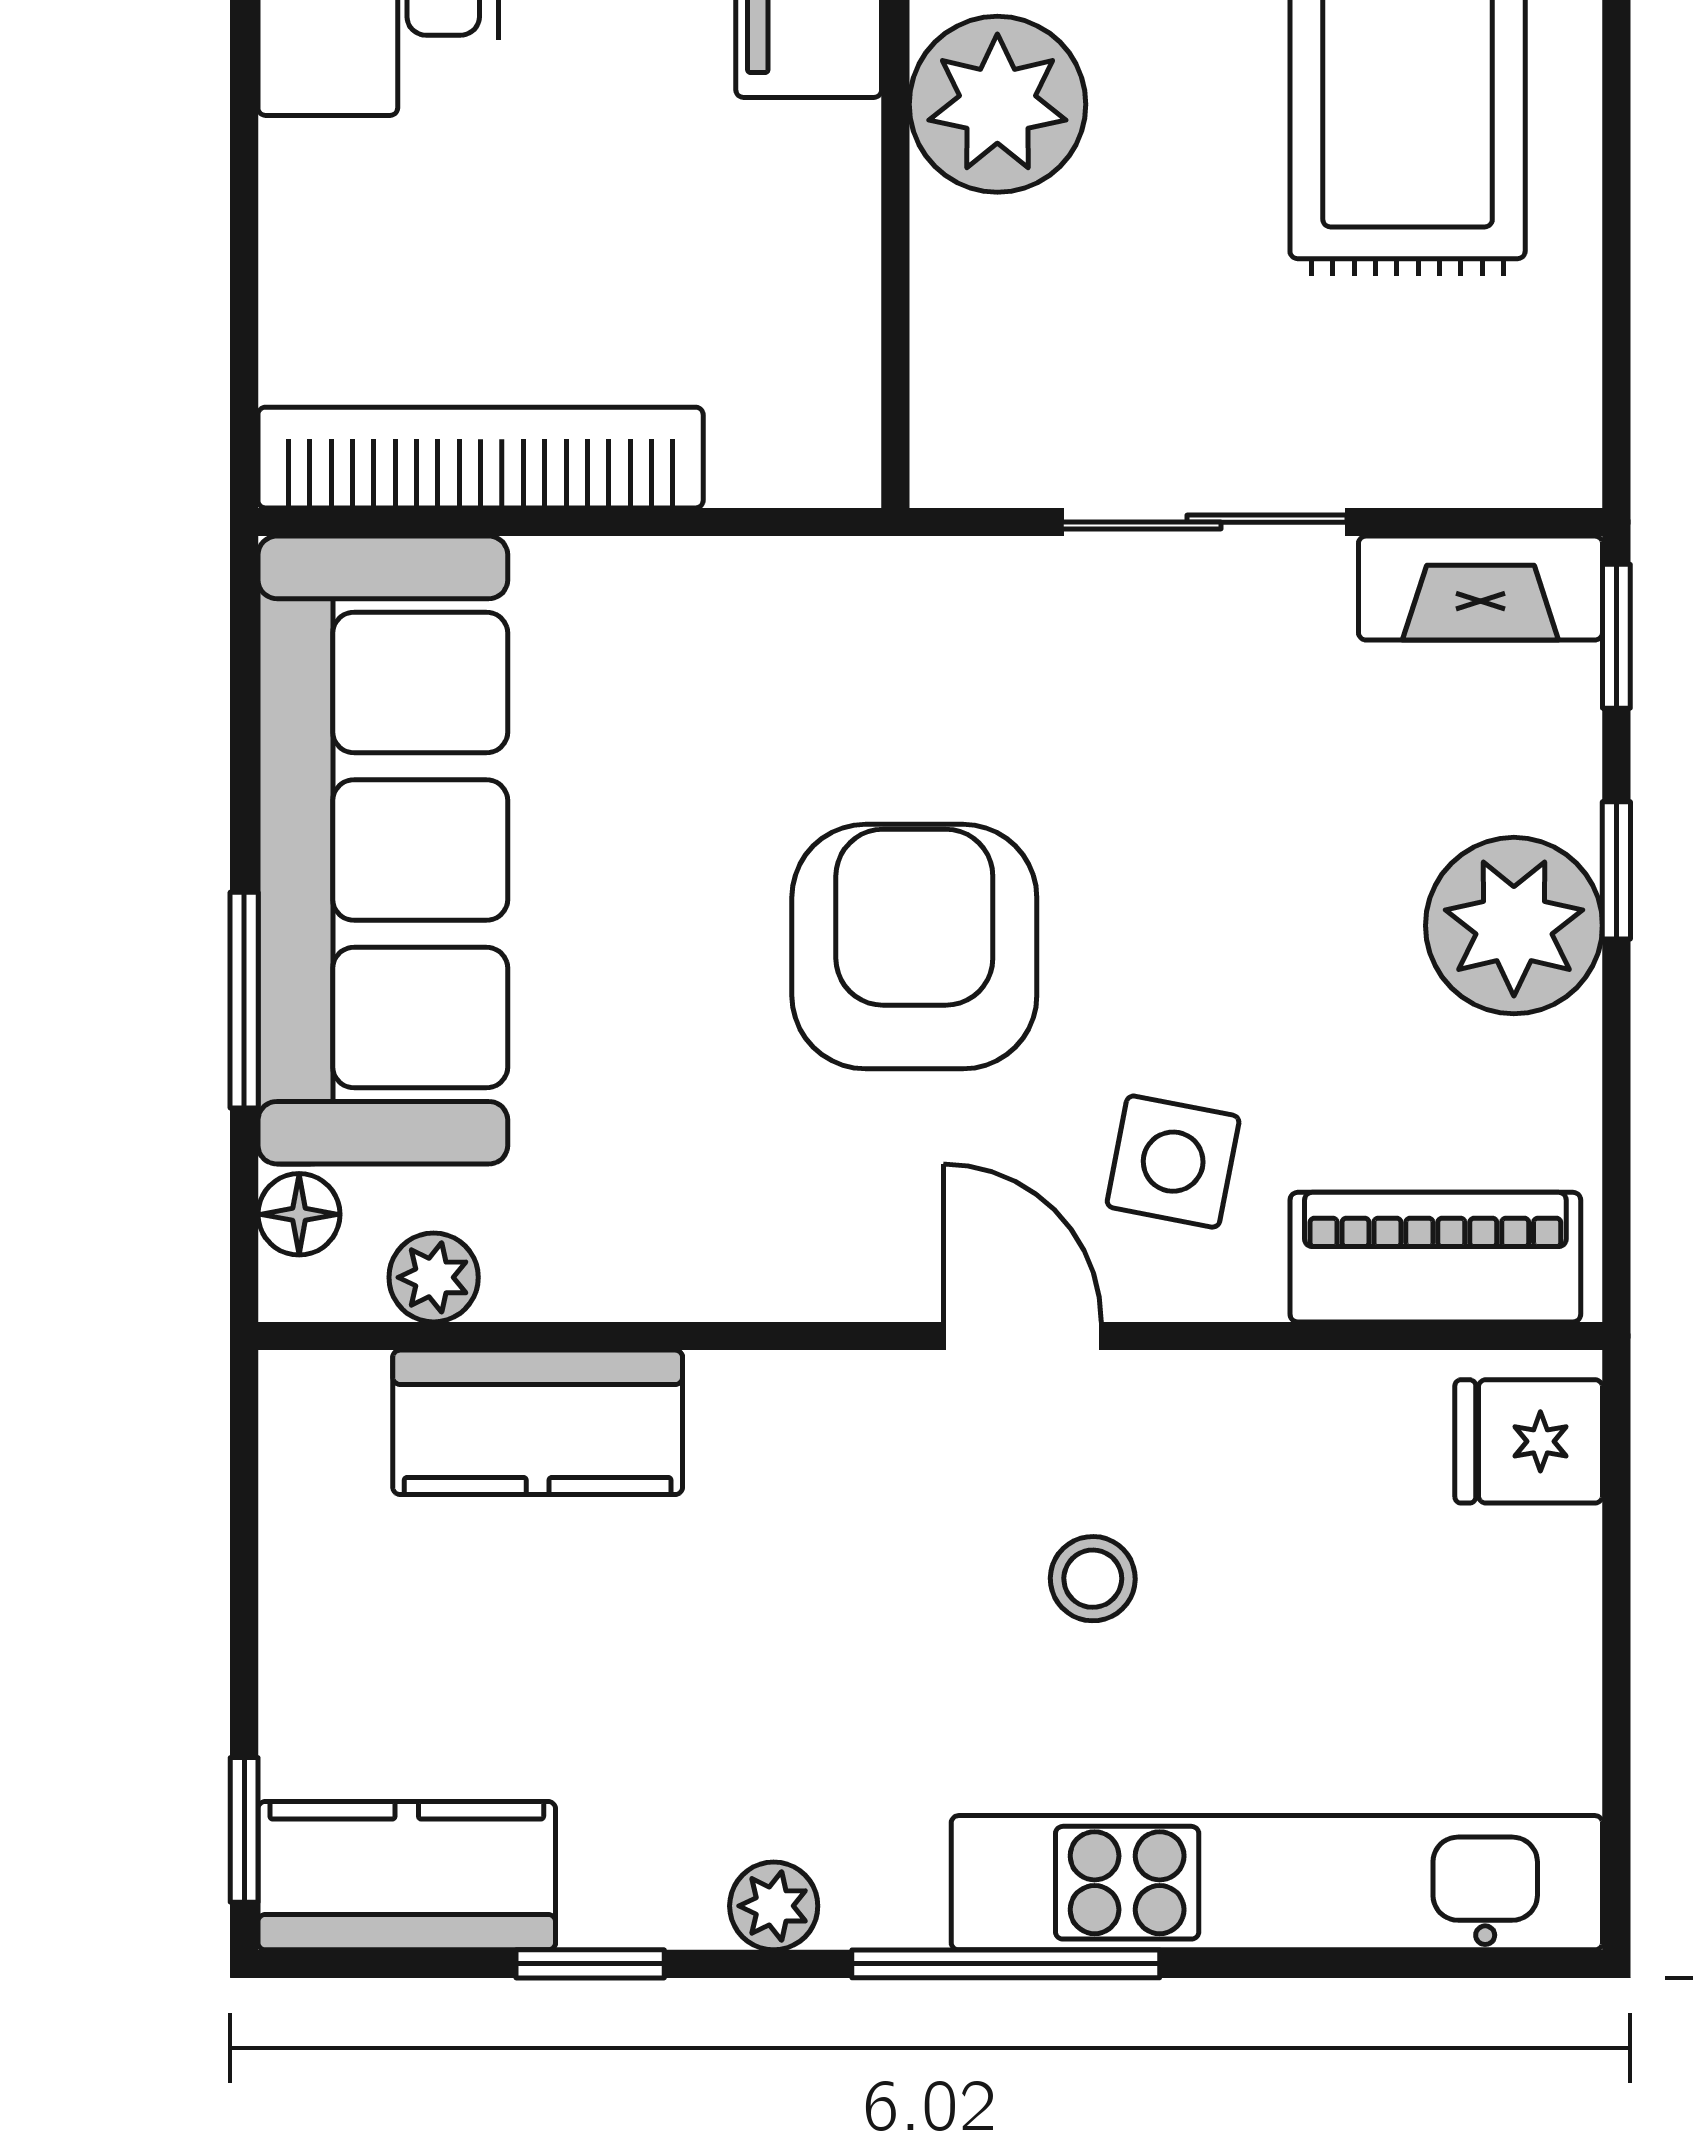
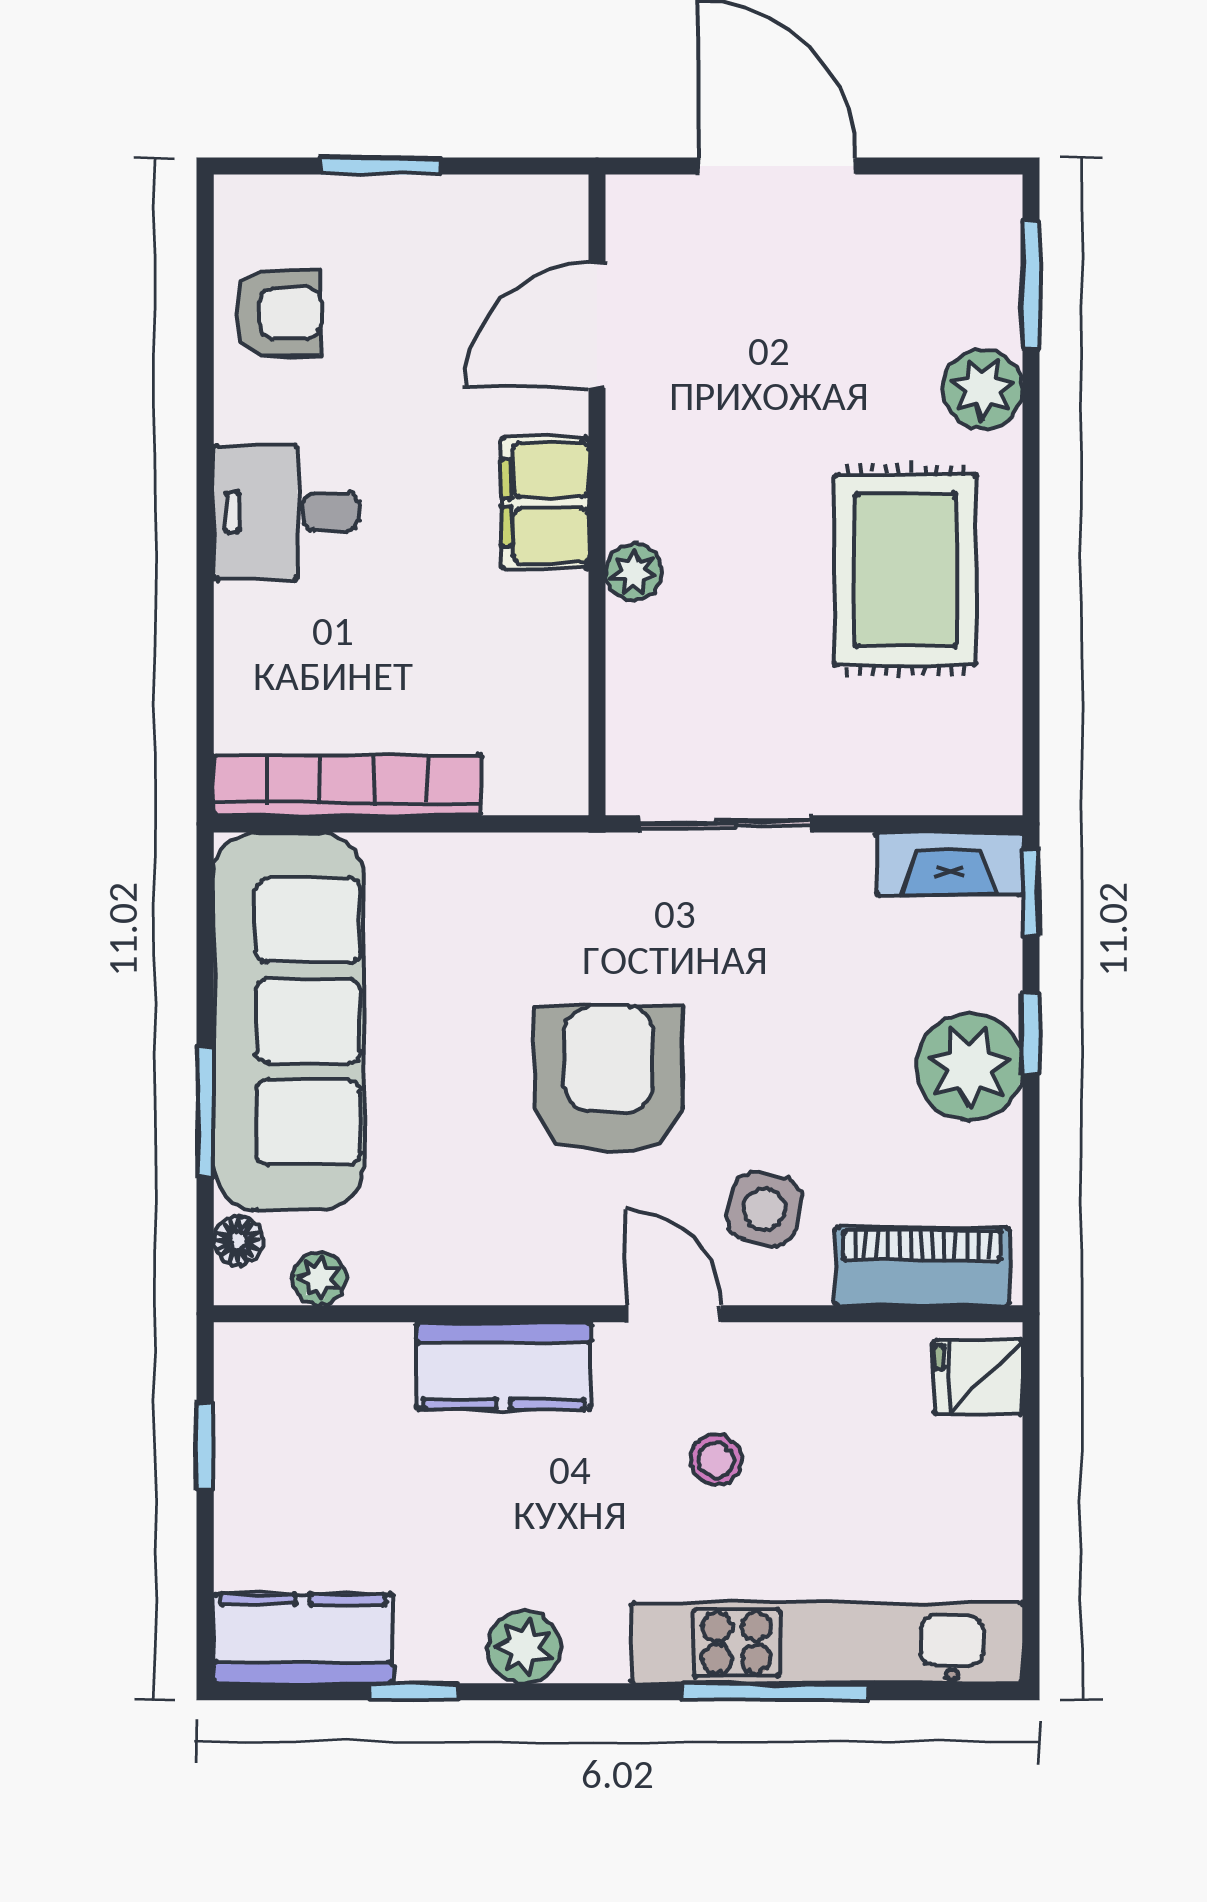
plant: (997, 104) -> (634, 572), width x0.53, depth x0.53
sliding door: (1204, 522) -> (725, 824), moved
kitchen counter: (538, 1422) -> (503, 1366), moved
window: (244, 1830) -> (205, 1447), moved
plant: (774, 1906) -> (524, 1647), width x1.38, depth x1.38
window: (1006, 1964) -> (776, 1692), moved

